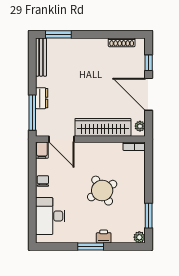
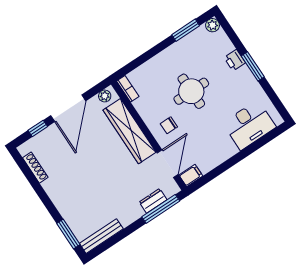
dresser: (42, 98) -> (153, 201), moved
chair: (43, 181) -> (169, 125), moved
round table: (102, 191) -> (191, 91), turned 31

